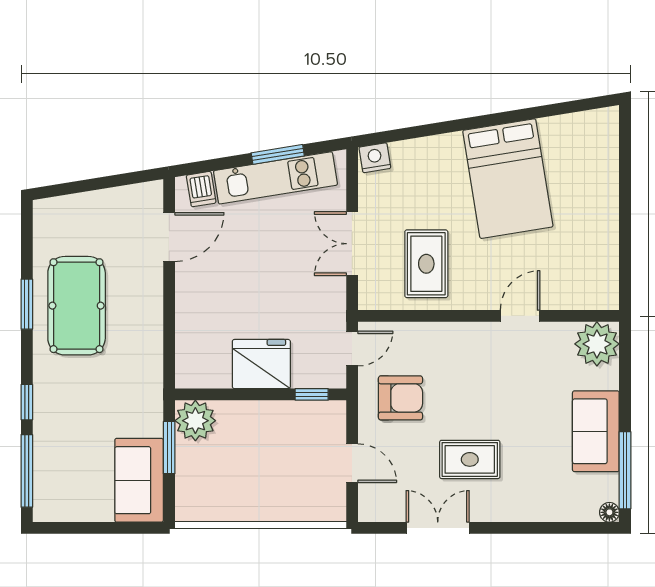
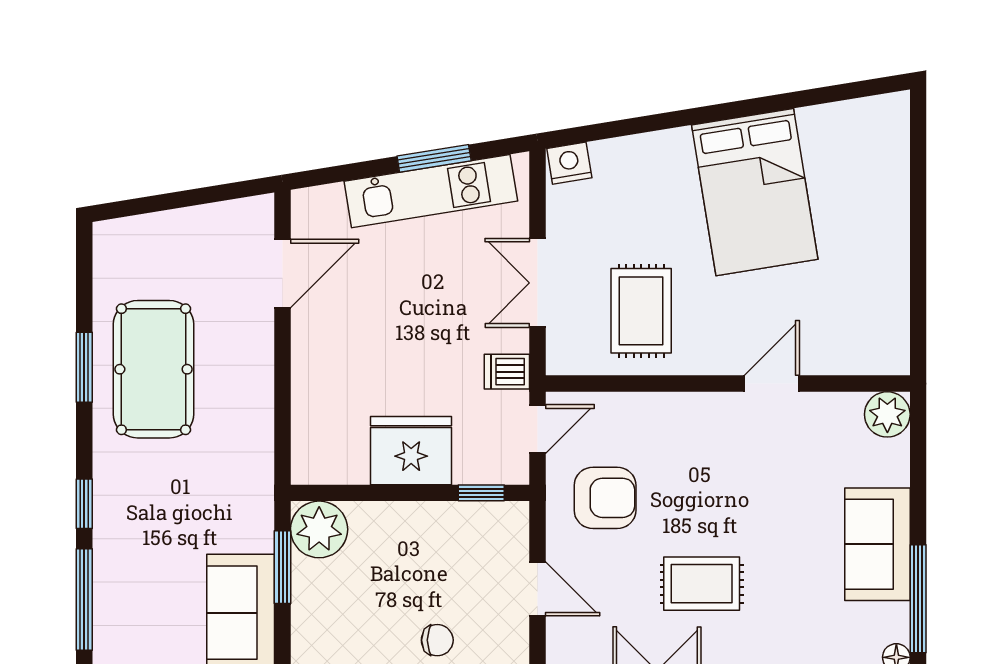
dishwasher: (201, 189) -> (507, 372), moved, turned 99
plant: (597, 344) -> (887, 414), width x0.73, depth x0.73
chair: (280, 500) -> (437, 640), added

